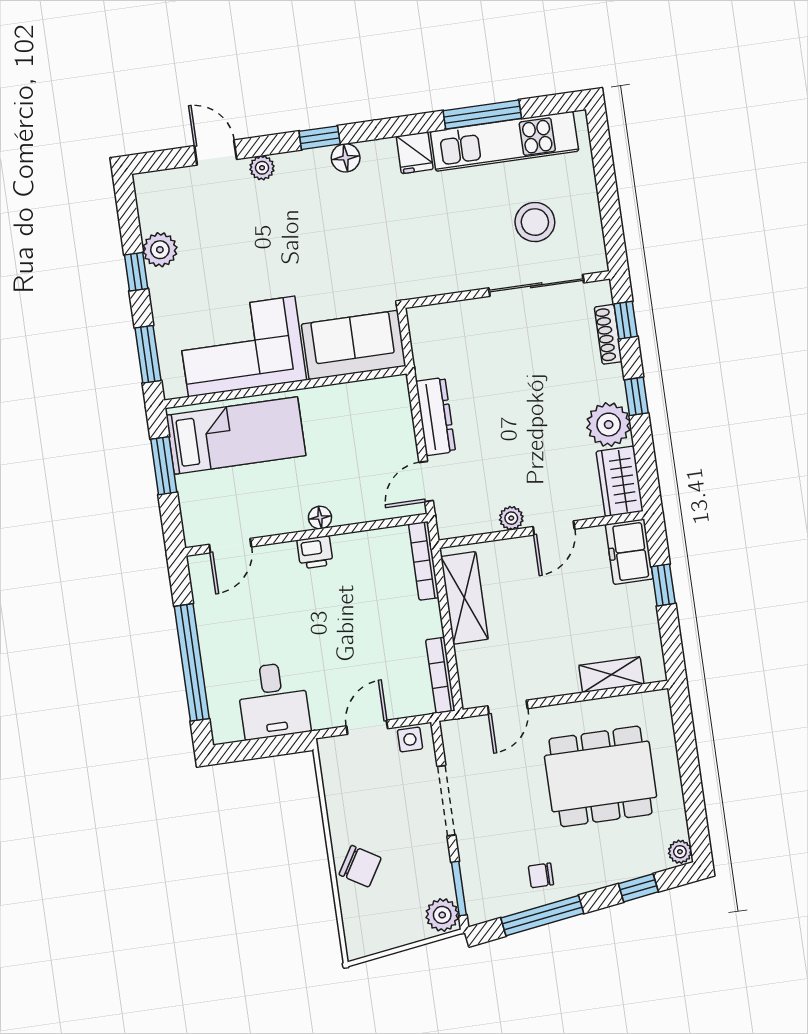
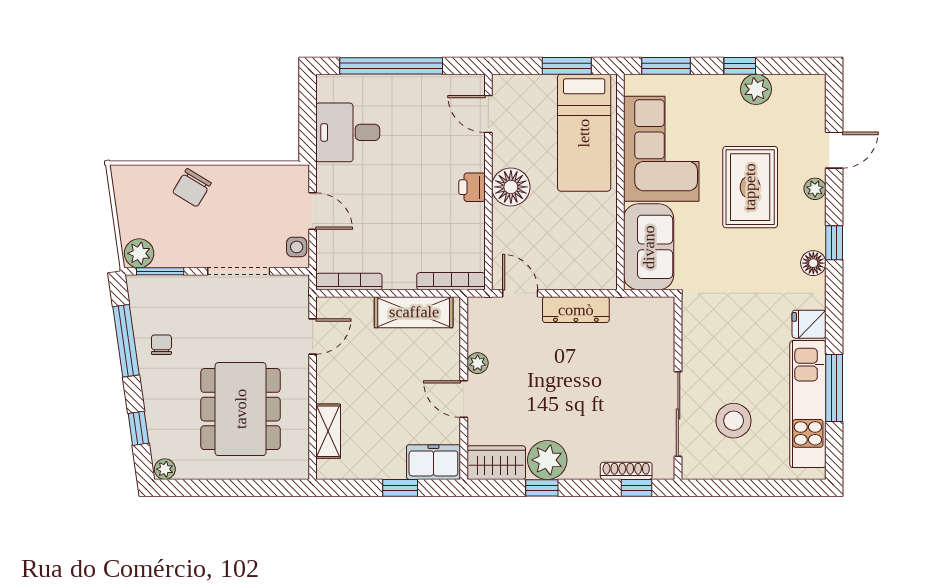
rug: (270, 241) -> (750, 187), added
window: (636, 396) -> (542, 488), moved
floor lamp: (320, 518) -> (511, 187), width x1.89, depth x1.89
door: (508, 707) -> (313, 336), swing flipped

